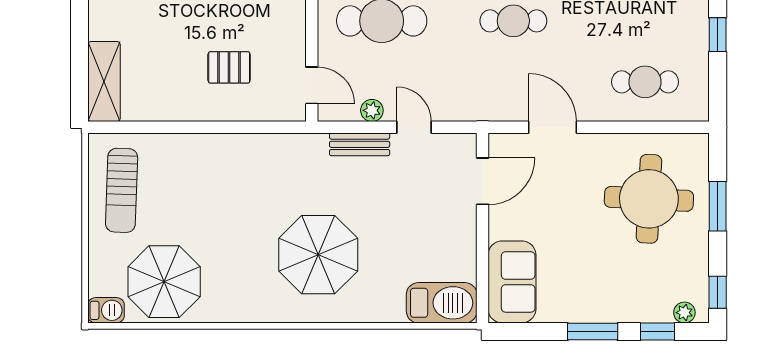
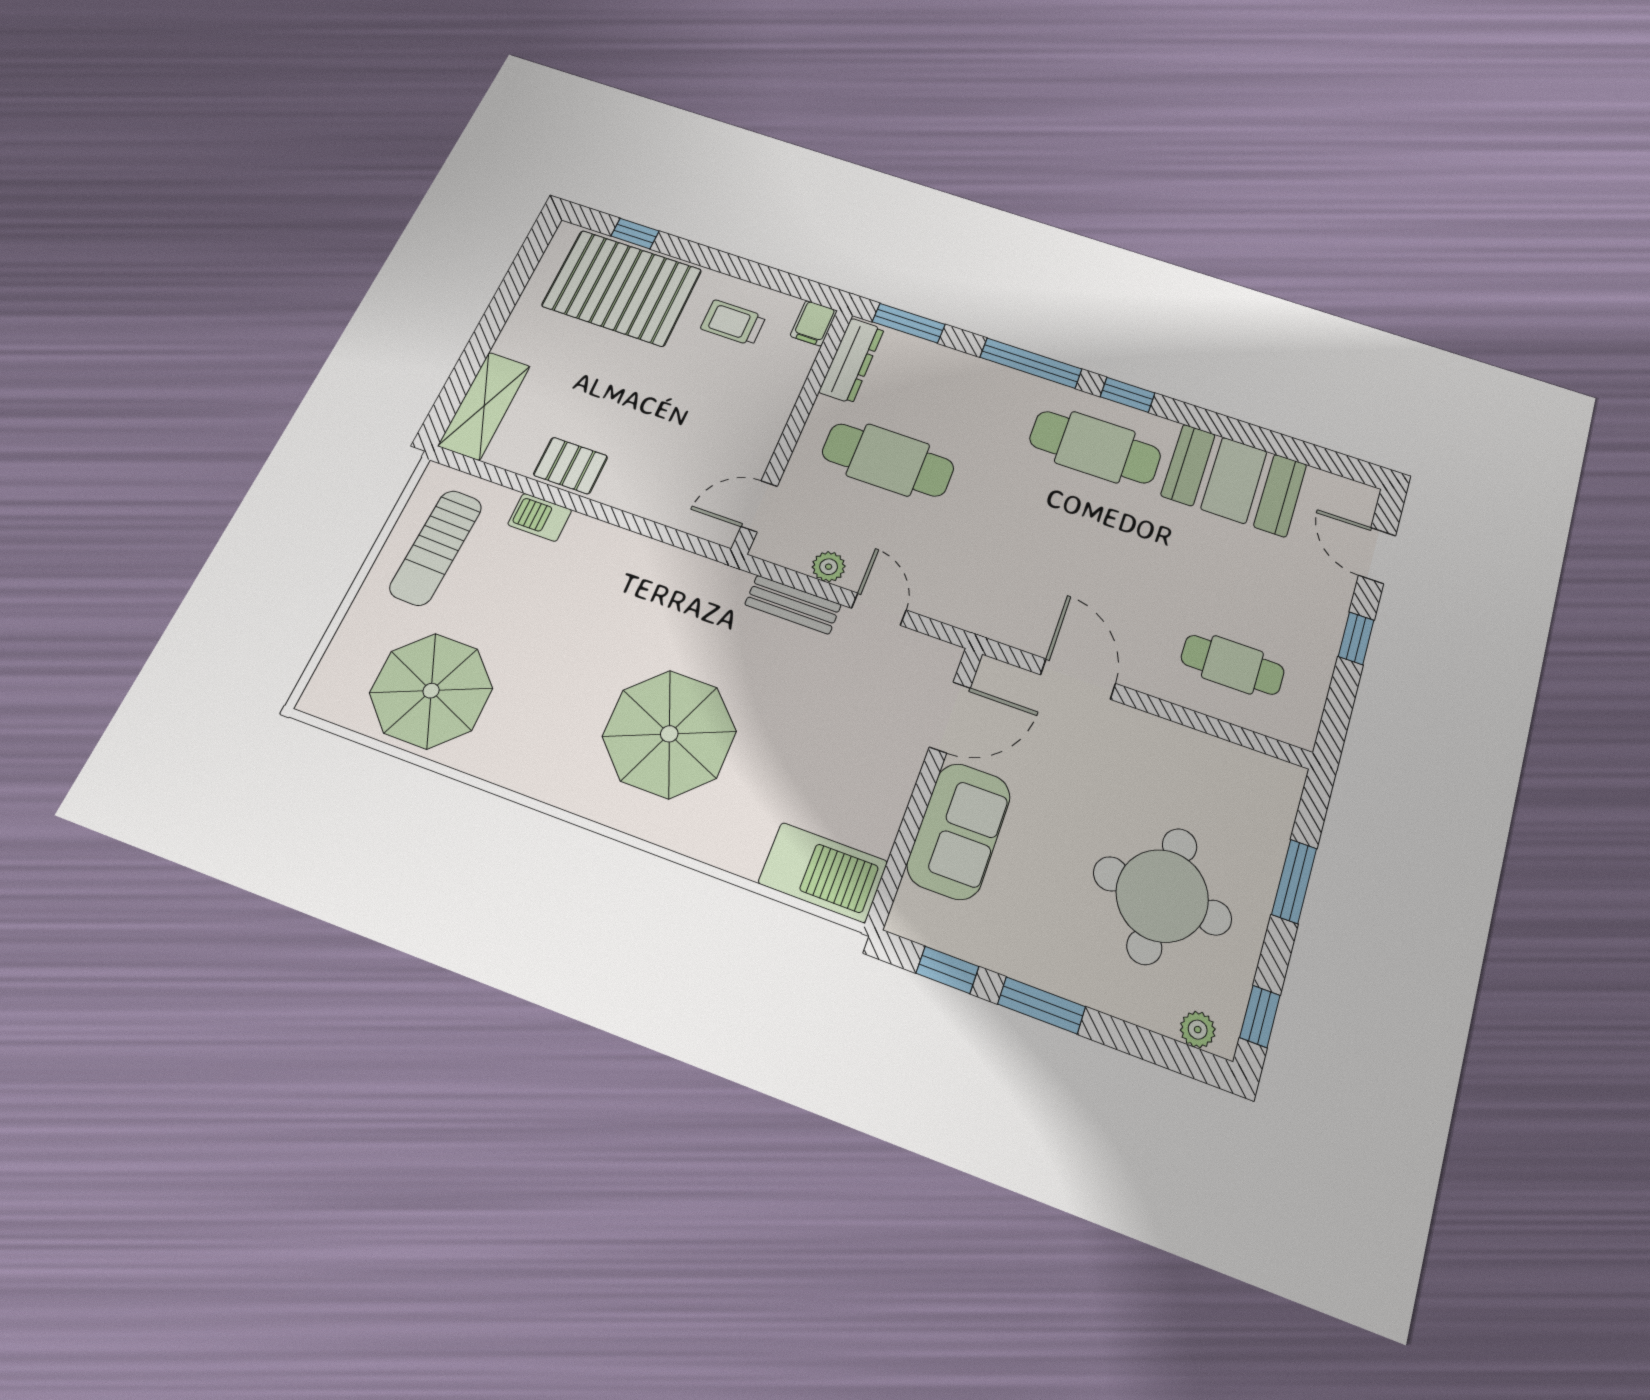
cafe table: (513, 21) -> (1069, 521), removed
pallet: (229, 67) -> (571, 466), moved
door: (312, 85) -> (759, 506), swing flipped
round table: (649, 199) -> (1162, 896), moved
sofa: (512, 282) -> (959, 831), moved
barbecue: (106, 310) -> (540, 517), moved, turned 180
window: (658, 332) -> (947, 970), moved

